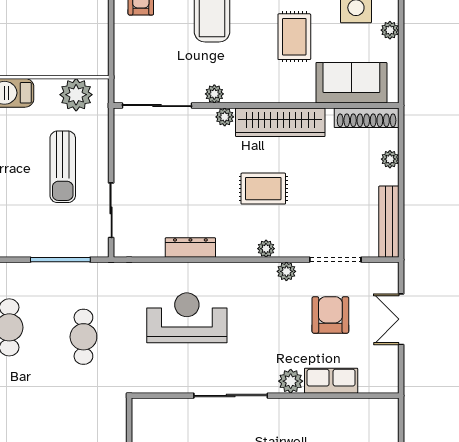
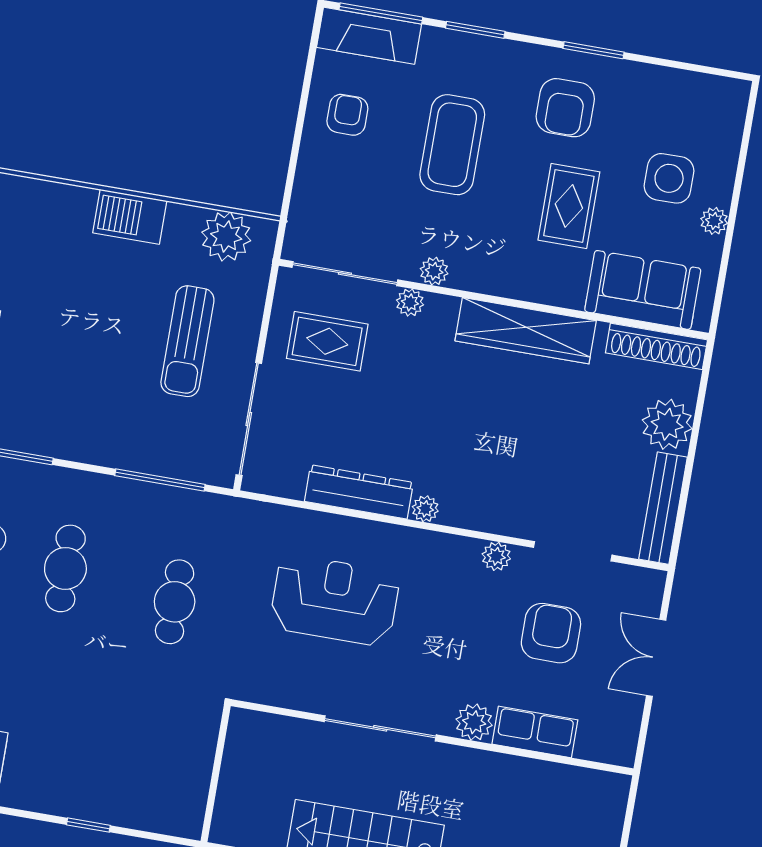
plant: (225, 117) -> (410, 302), moved
plant: (390, 159) -> (667, 424), width x1.88, depth x1.88
rug: (263, 189) -> (327, 341), moved
sliding door: (111, 210) -> (249, 419), width x1.37
dresser: (190, 248) -> (359, 492), width x1.37, depth x1.24
plant: (266, 249) -> (425, 509), moved

